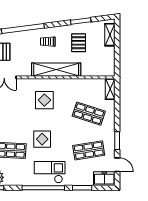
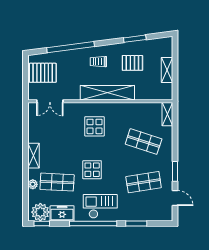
shelving: (110, 35) -> (167, 70), moved
pallet: (79, 43) -> (132, 63), turned 90
freezer: (104, 179) -> (62, 213), moved

